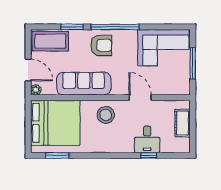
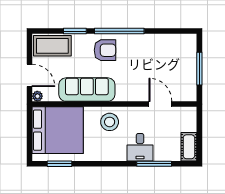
corner sofa: (163, 48) -> (169, 53), removed
door: (140, 98) -> (160, 104), moved
cot: (183, 123) -> (189, 147), moved
desk: (147, 139) -> (140, 147), moved
window: (149, 155) -> (154, 164), width x2.17

